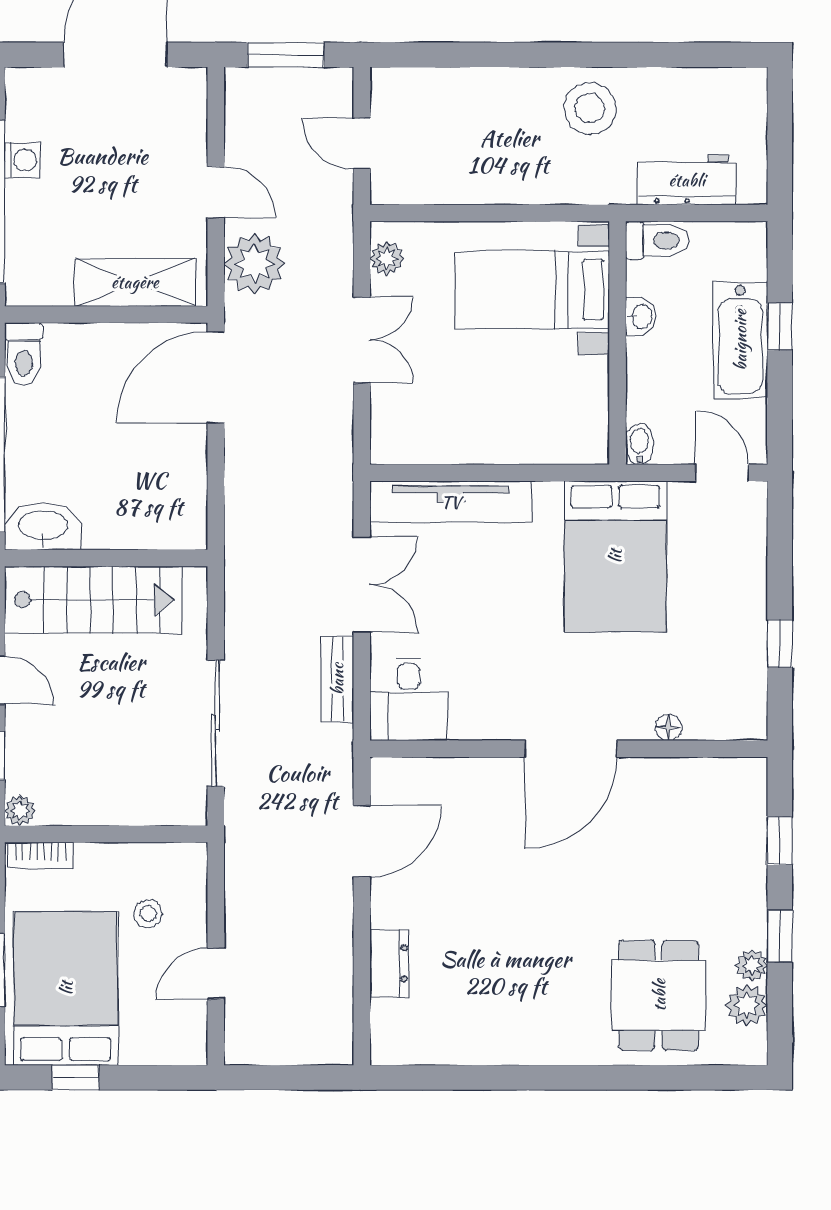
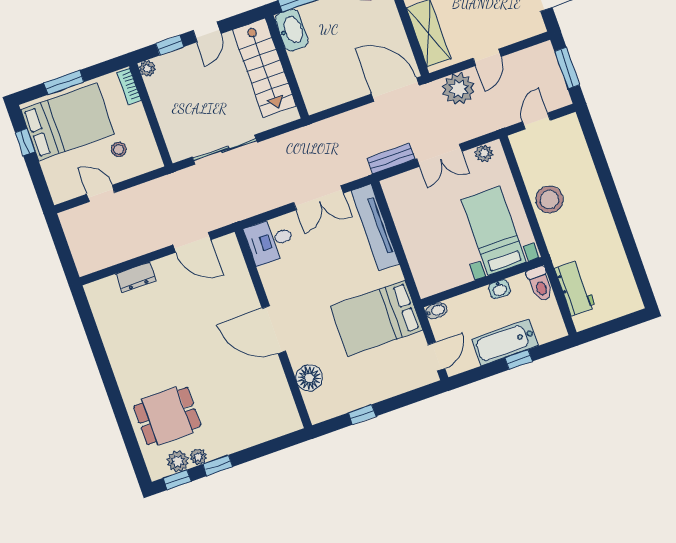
stool: (590, 108) -> (549, 199), moved
bench: (337, 679) -> (391, 159), moved
floor lamp: (668, 727) -> (309, 378), width x1.89, depth x1.89
window: (780, 841) -> (177, 480), moved

